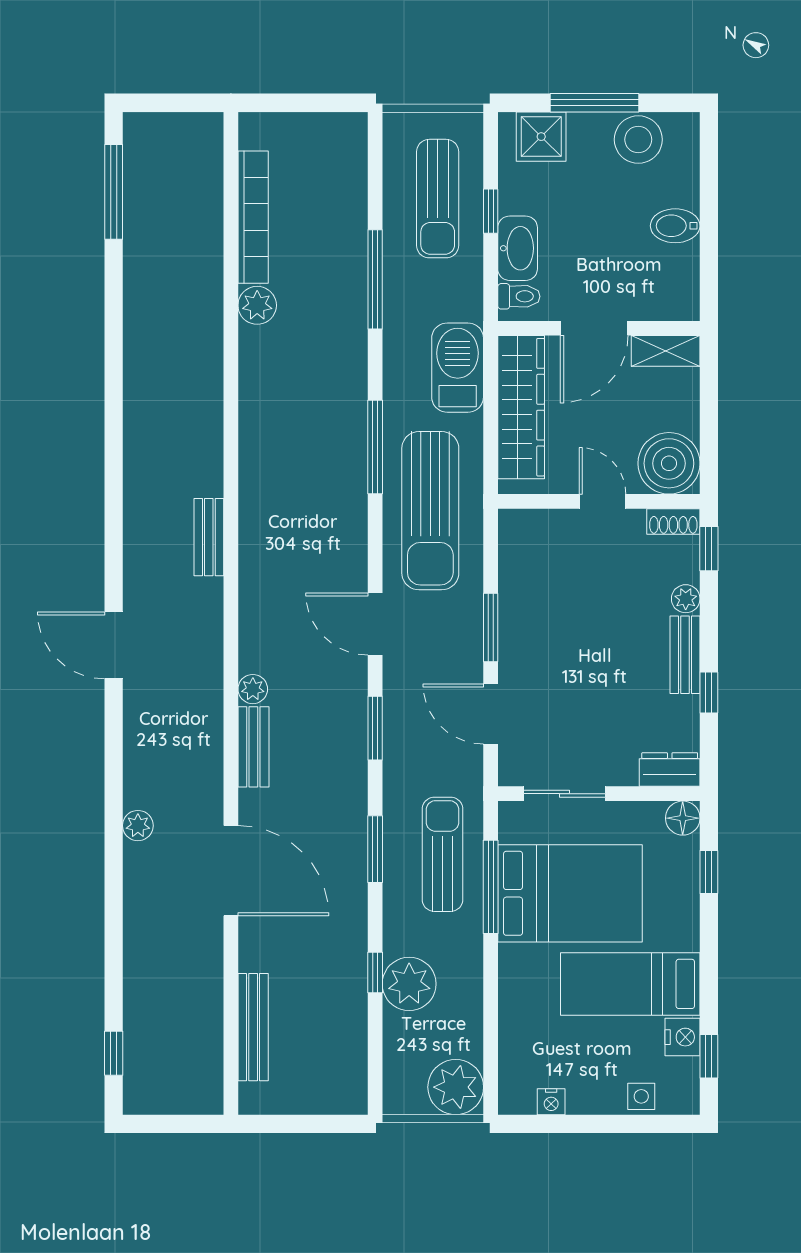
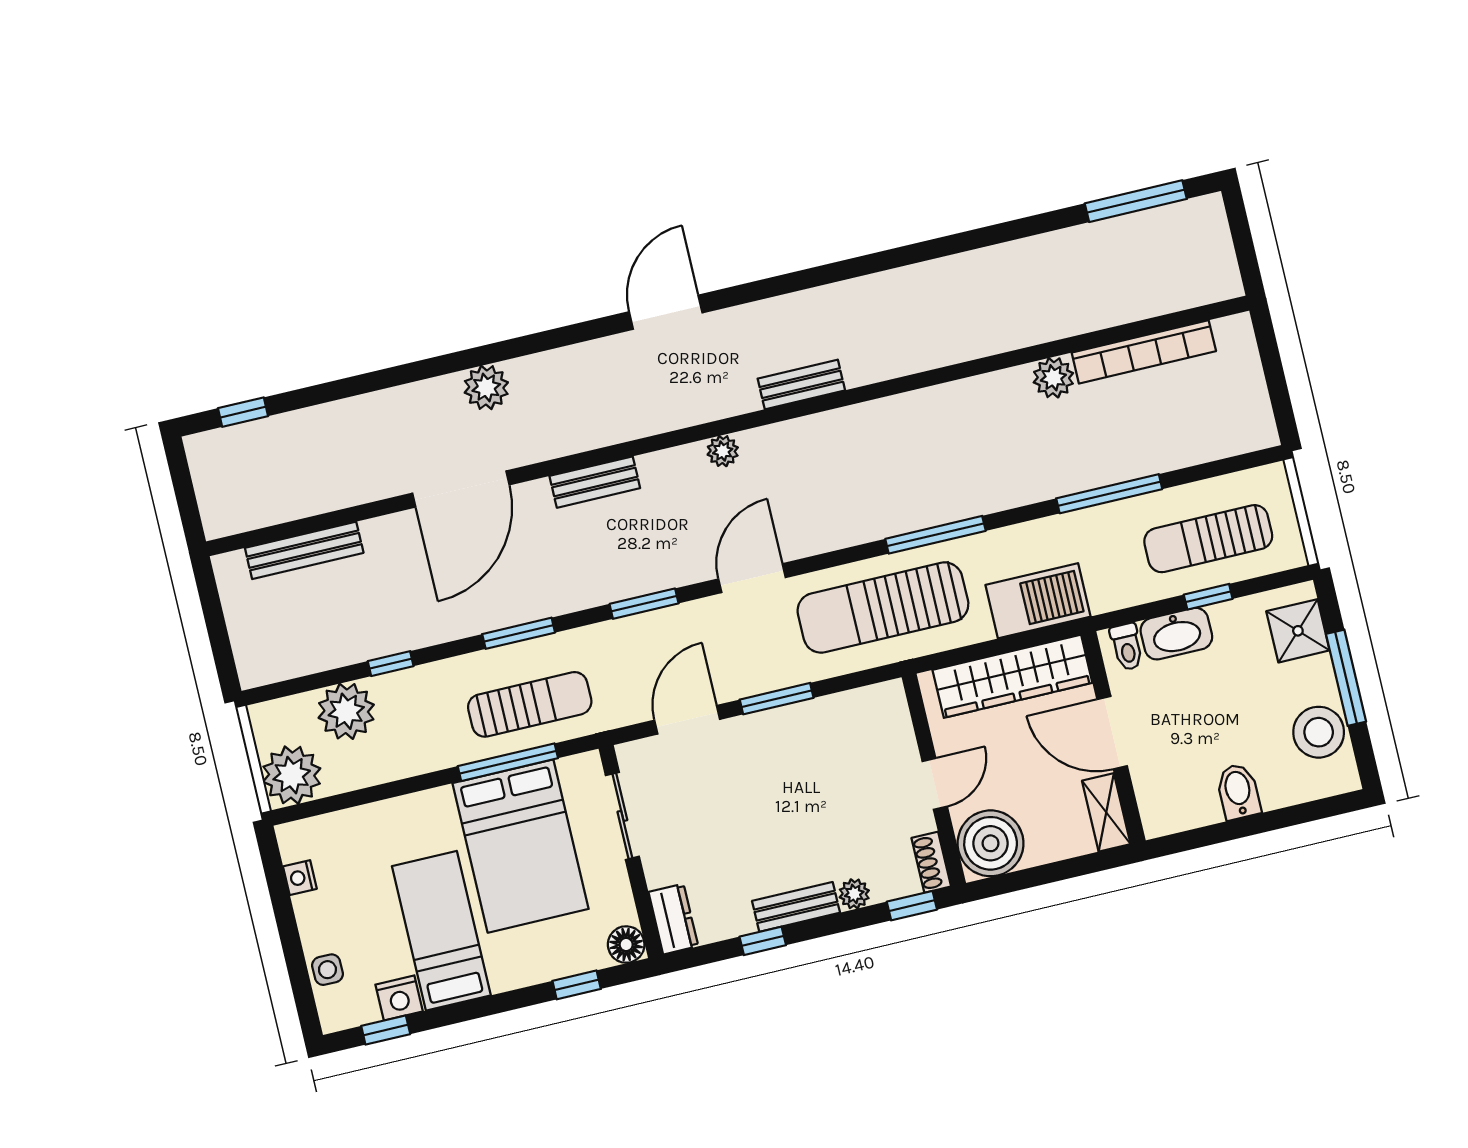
plant: (253, 689) -> (723, 451), moved
plant: (138, 826) -> (486, 387), width x1.38, depth x1.38
plant: (409, 984) -> (346, 711), moved

